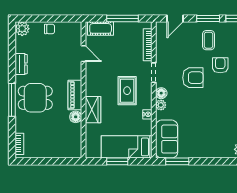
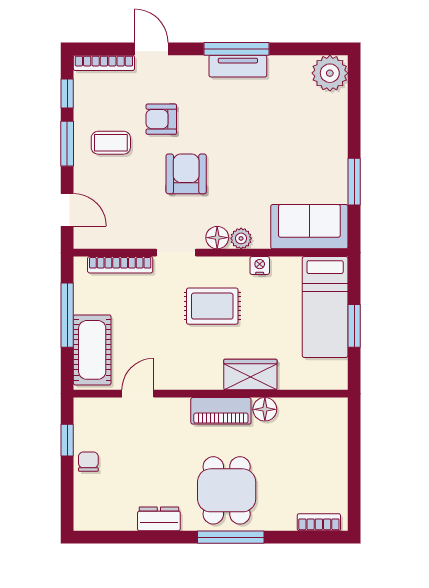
window: (60, 18) -> (67, 440), added
cot: (101, 28) -> (92, 350), width x1.37, depth x1.34
plant: (22, 29) -> (88, 517), removed
window: (177, 161) -> (354, 182), moved

